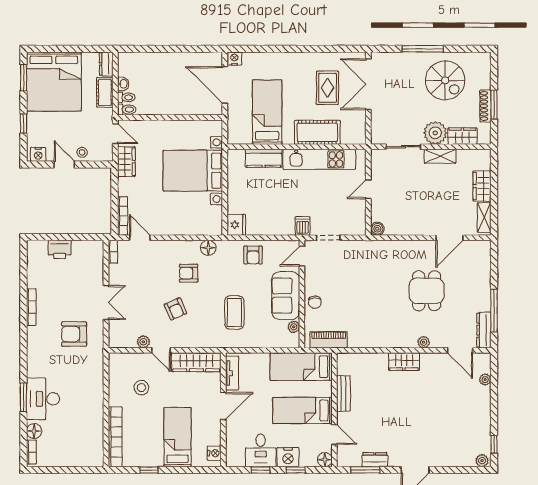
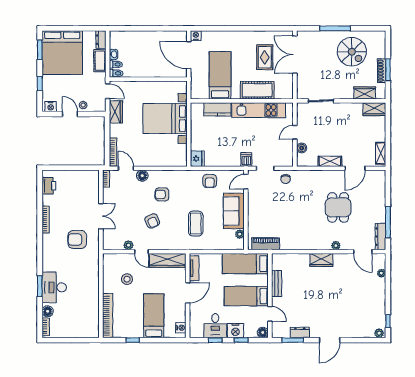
plant: (435, 133) -> (344, 91), removed
shelving: (440, 156) -> (330, 161), moved
wardrobe: (482, 186) -> (374, 109), moved, turned -90
boiler: (377, 229) -> (302, 148), moved
floor lamp: (208, 248) -> (142, 176), moved
printer: (60, 249) -> (49, 186), moved, turned -90
chair: (315, 302) -> (286, 179), moved

